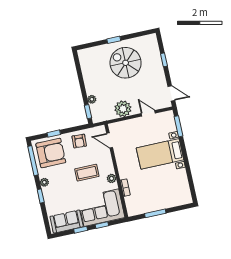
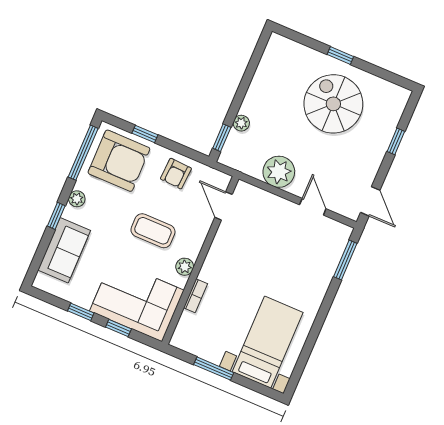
bed with nightstands: (160, 154) -> (268, 342), moved, turned 90
sofa: (67, 222) -> (64, 250), moved, turned 90

